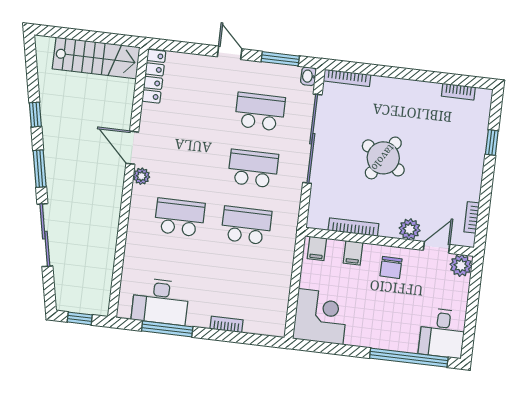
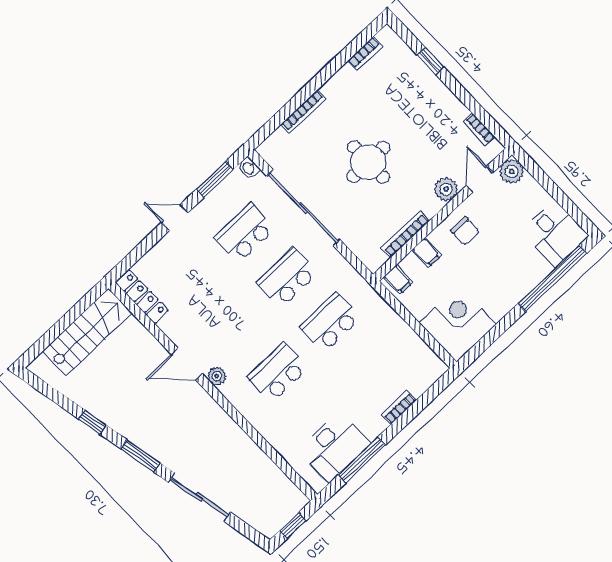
bookcase: (347, 78) -> (303, 112), moved
round table: (383, 158) -> (368, 162), turned -32

